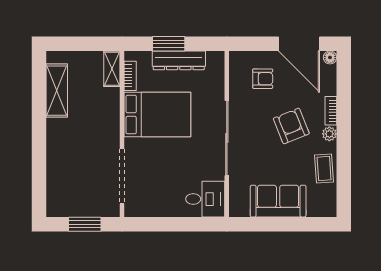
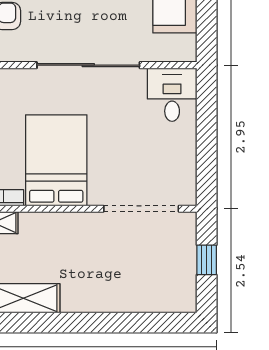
window: (85, 224) -> (207, 260), width x0.67

